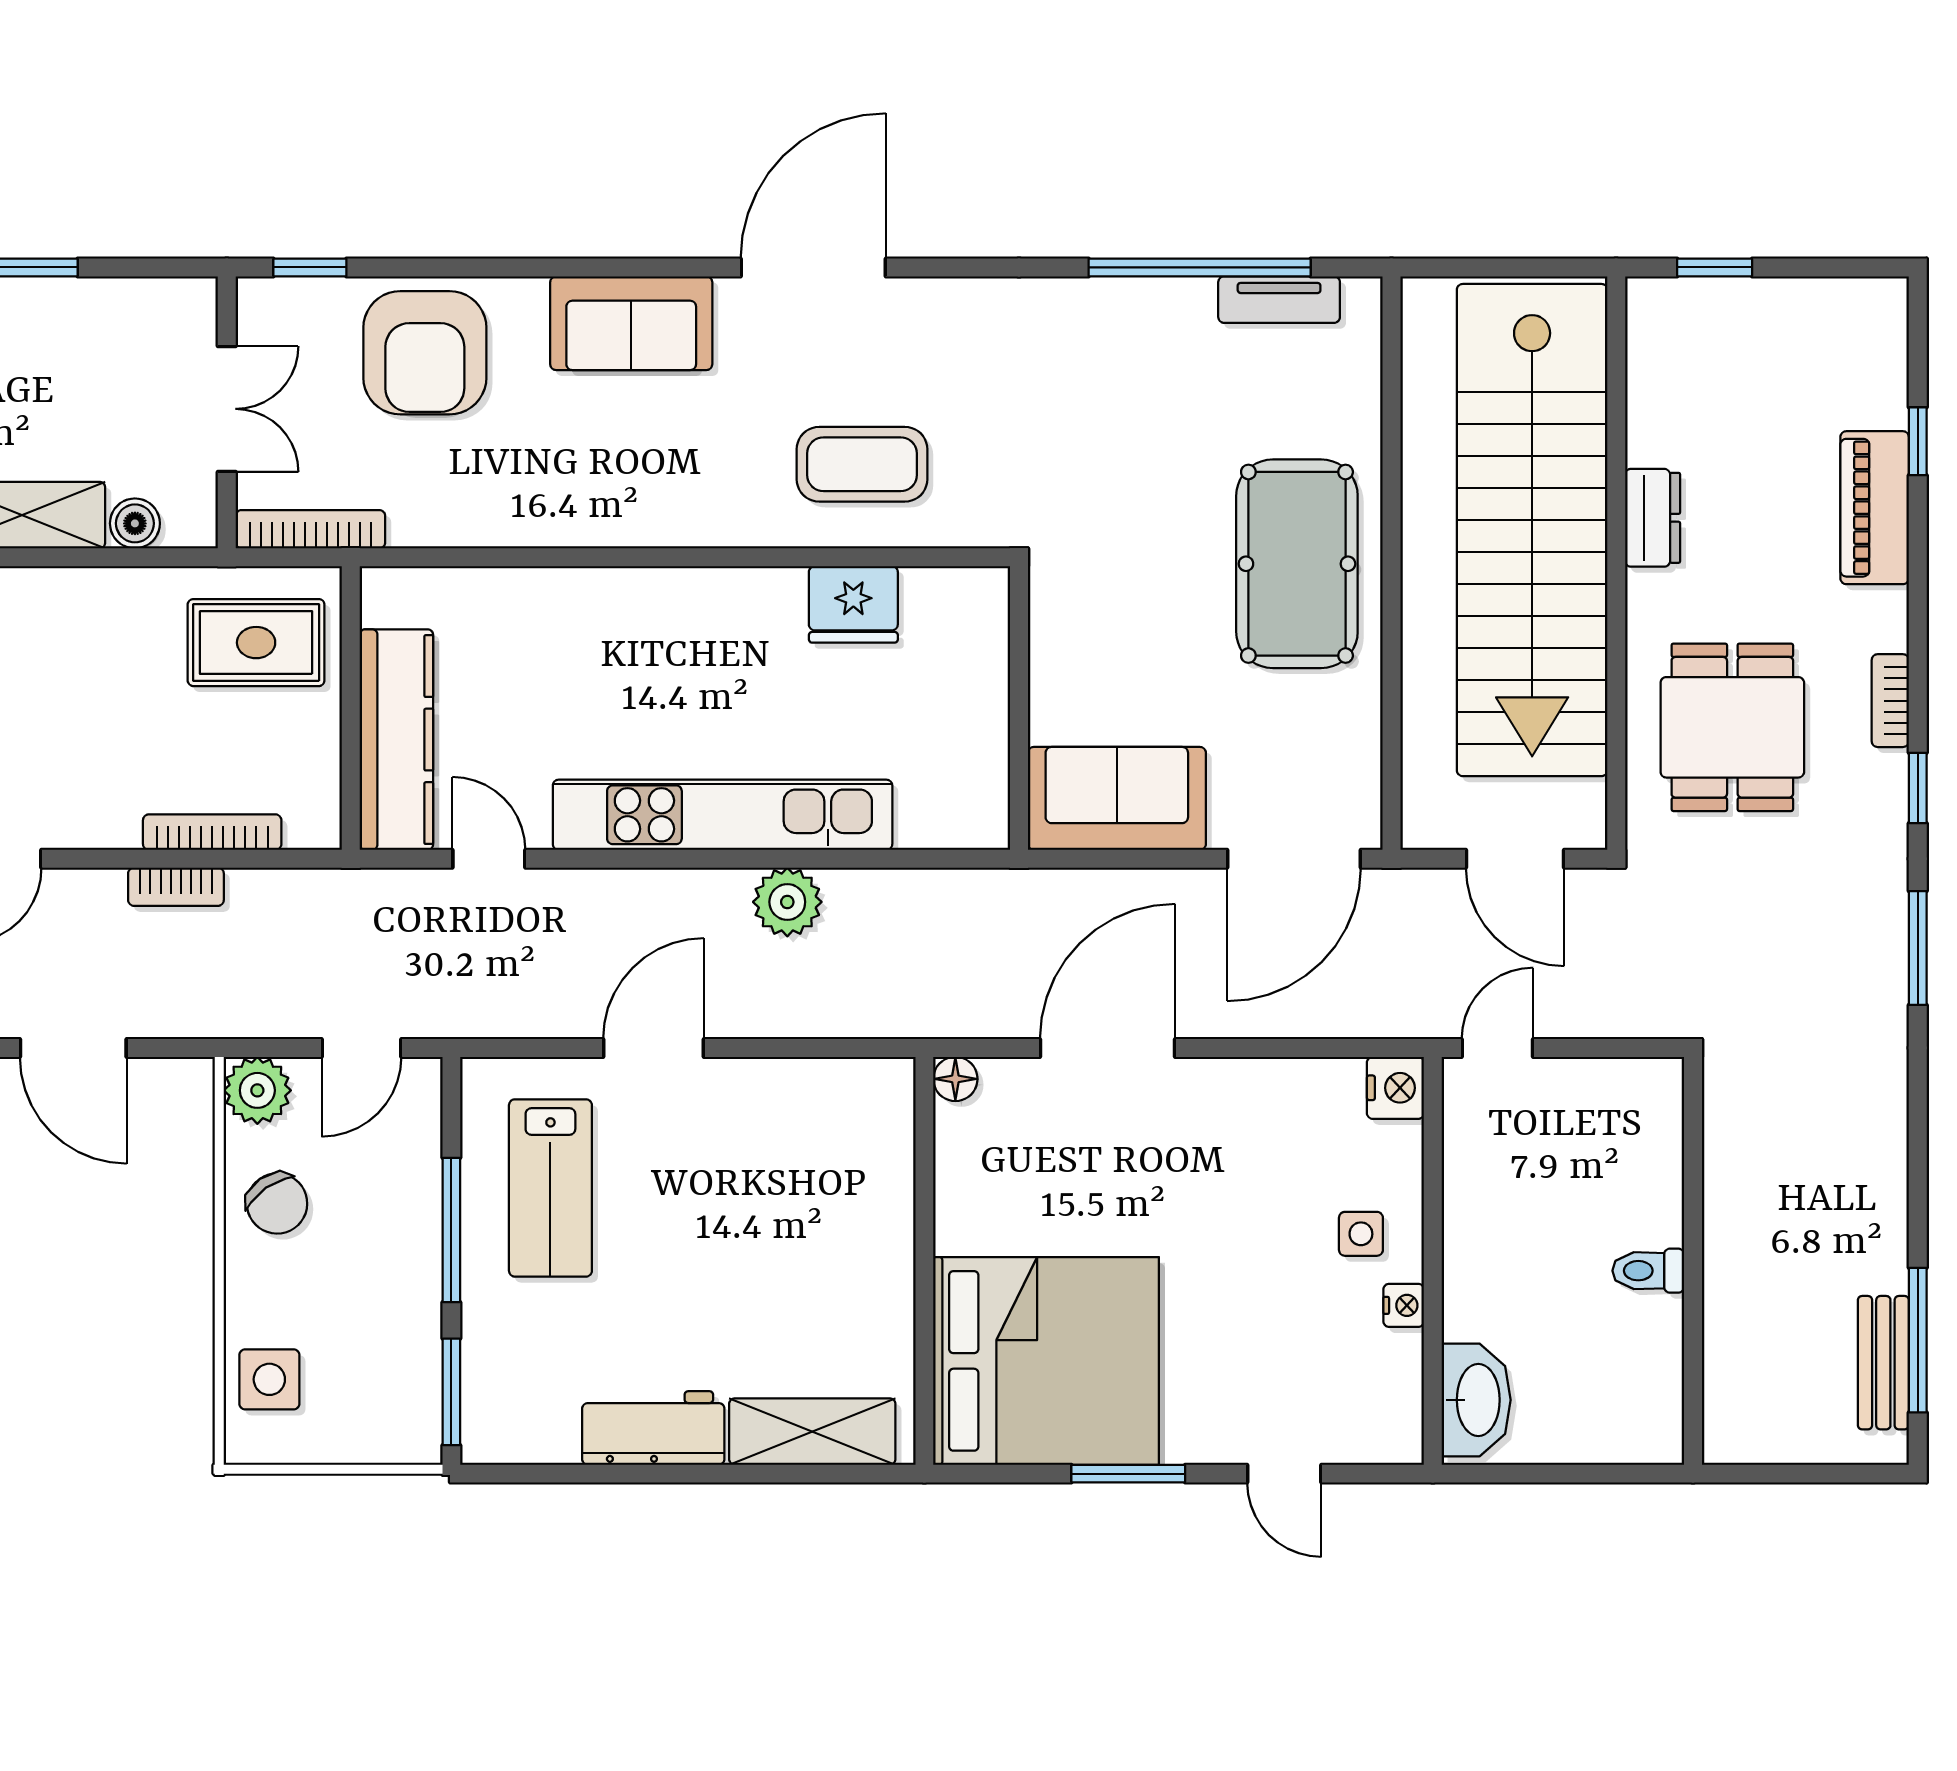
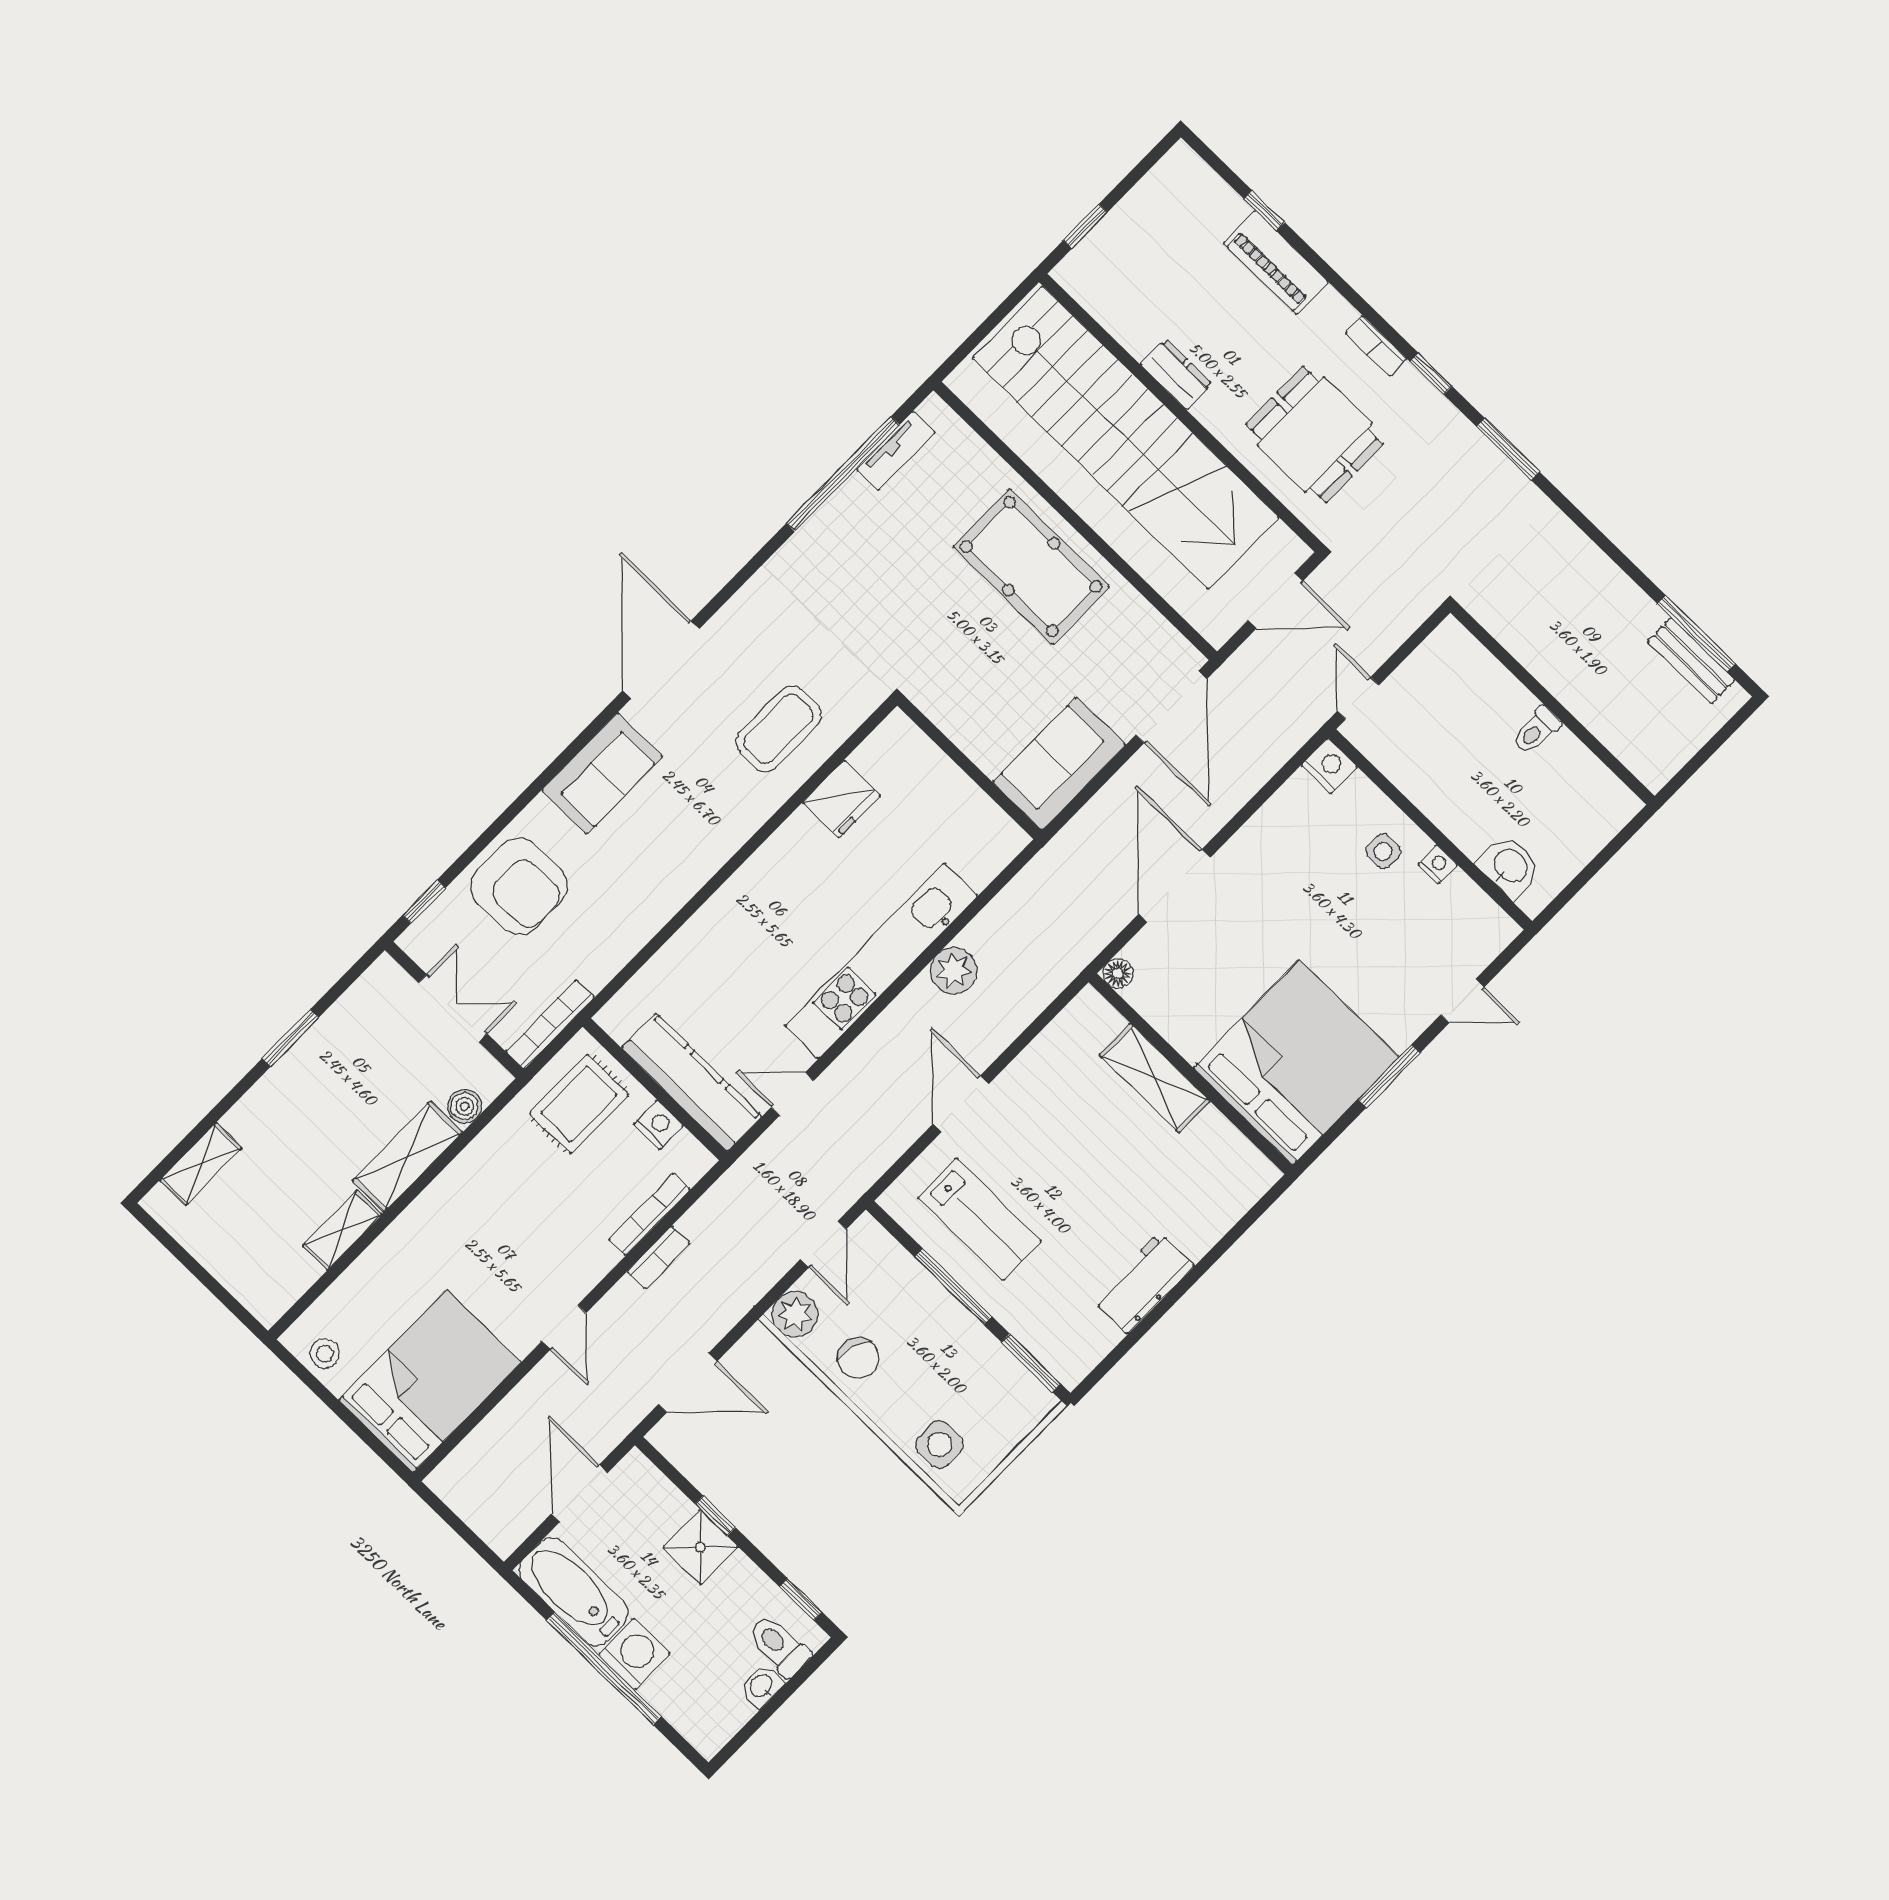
nightstand: (316, 749) -> (658, 1125), added
chair: (277, 1203) -> (858, 1358), turned 50
washbasin: (1476, 1400) -> (1510, 867), width x0.72
shelving: (812, 1432) -> (1155, 1078), moved, turned 90

